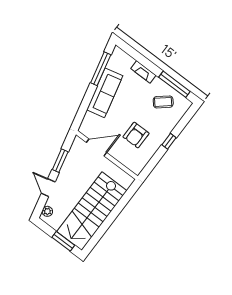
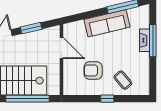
window: (174, 84) -> (153, 41), moved
coffee table: (163, 102) -> (123, 80), moved
window: (118, 209) -> (28, 99), added

